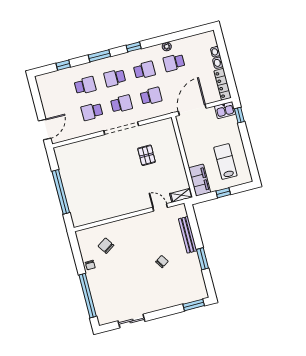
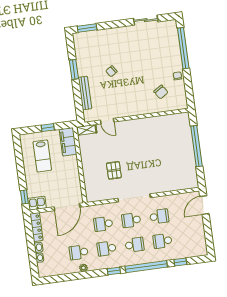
window: (99, 56) -> (146, 267), width x2.11
school desk: (174, 63) -> (79, 252), turned 180

